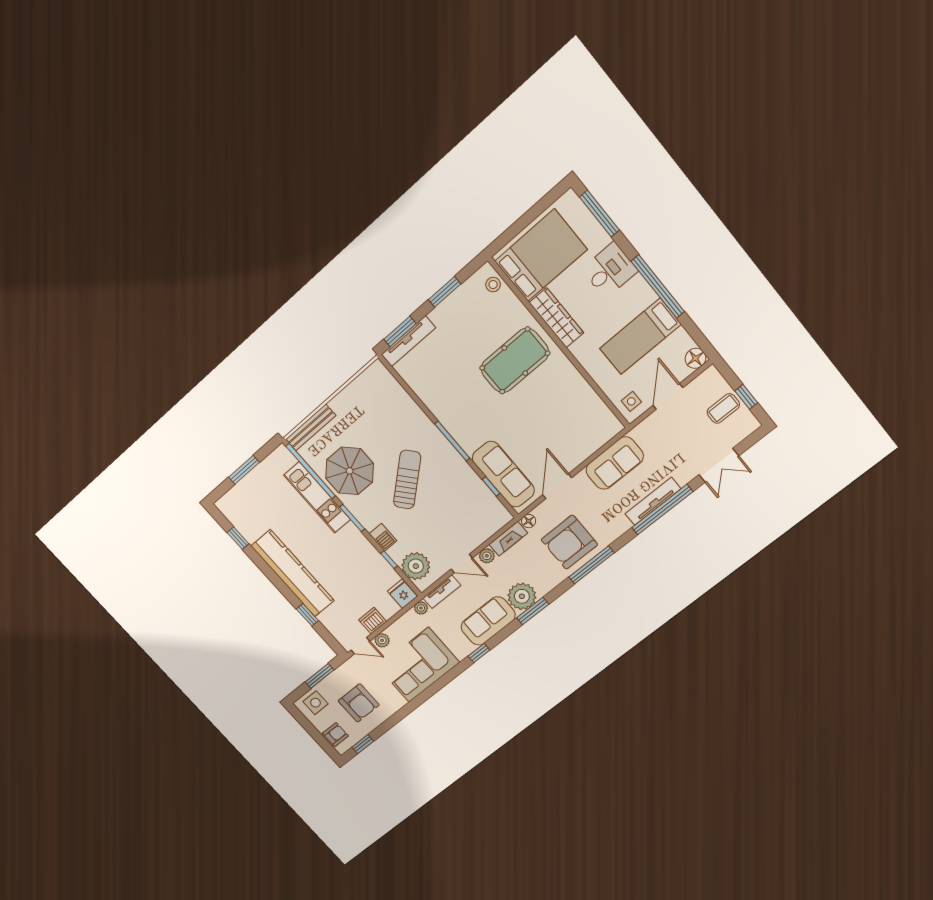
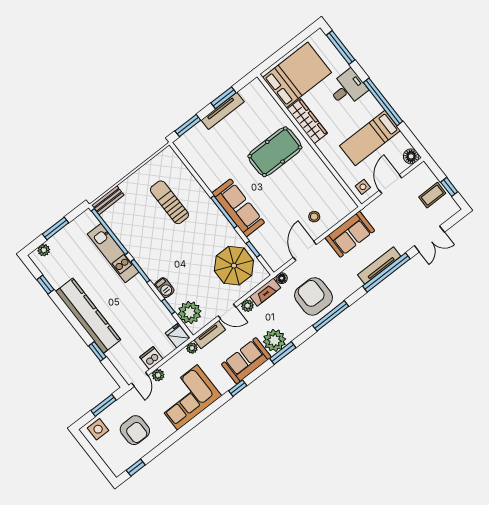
stool: (493, 285) -> (314, 217), moved
tv unit: (408, 341) -> (223, 111), moved
bench: (311, 427) -> (108, 200), width x0.73
parasol: (350, 471) -> (234, 266), moved
sofa: (503, 474) -> (238, 208), moved
sun lounger: (407, 480) -> (169, 202), moved, turned -49
plant: (232, 497) -> (44, 250), added
armchair: (569, 542) -> (314, 296), turned 90
door: (360, 646) -> (140, 379), hinge flipped
armchair: (335, 735) -> (113, 458), removed

